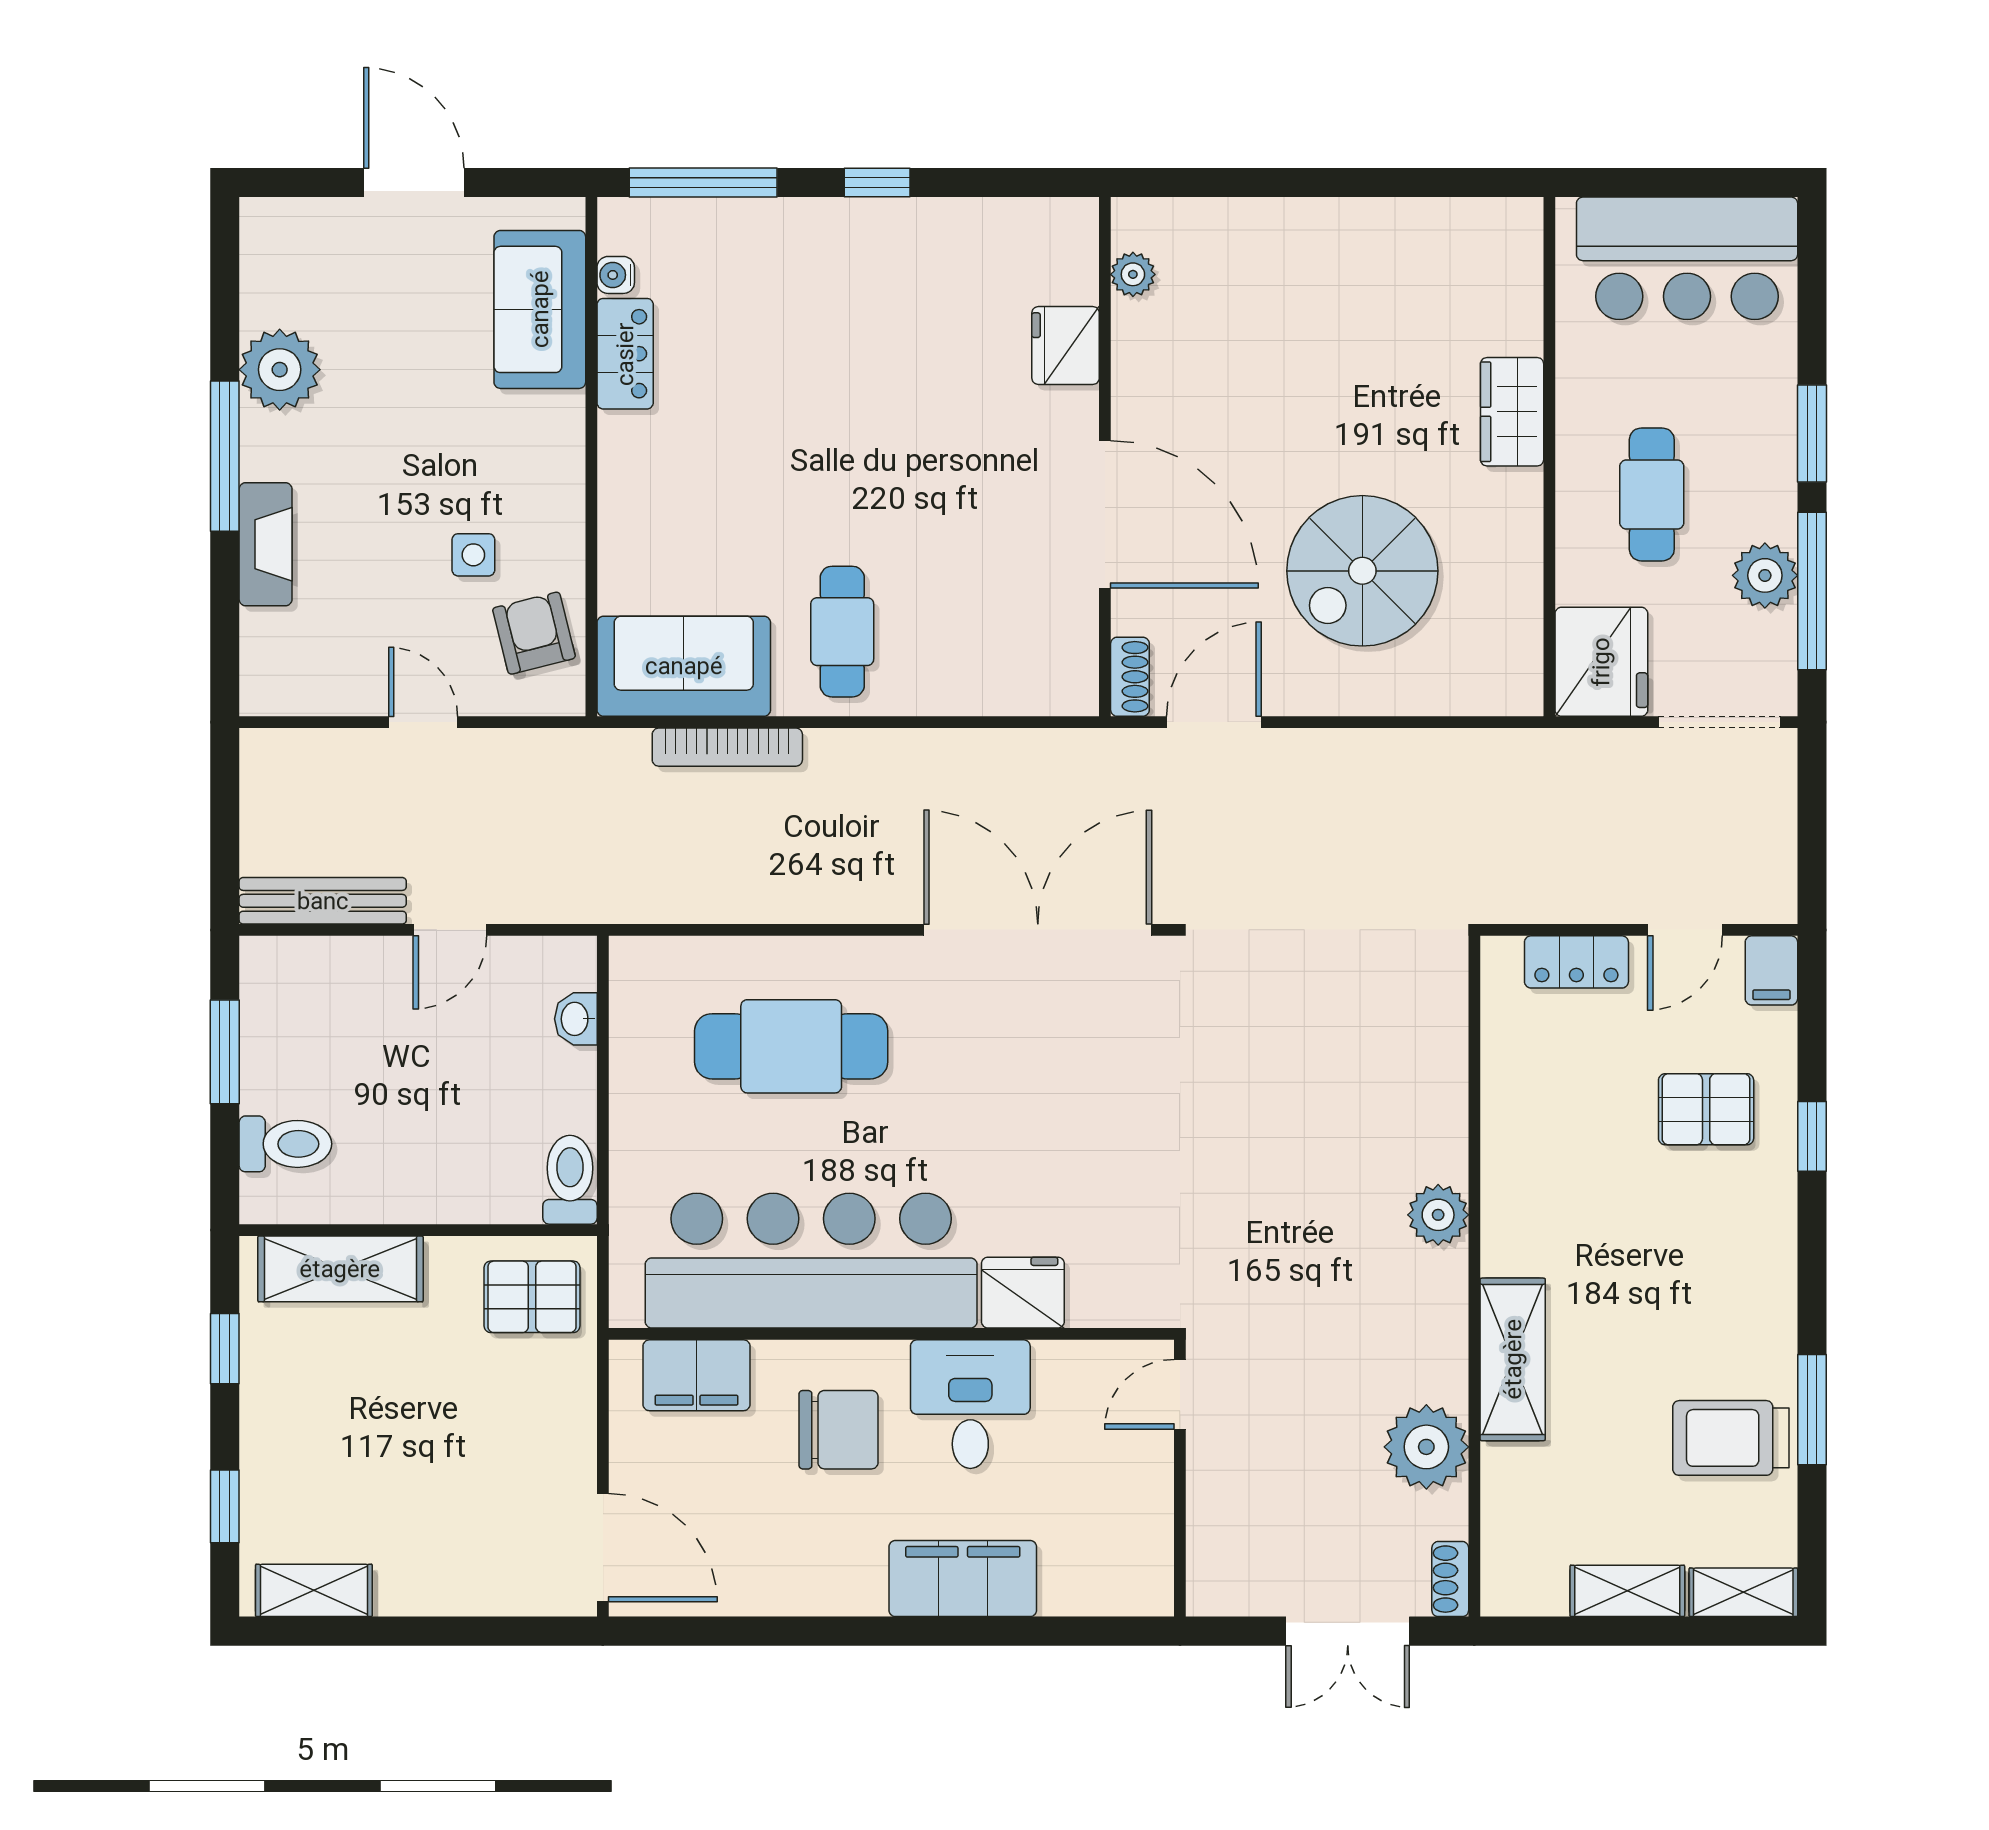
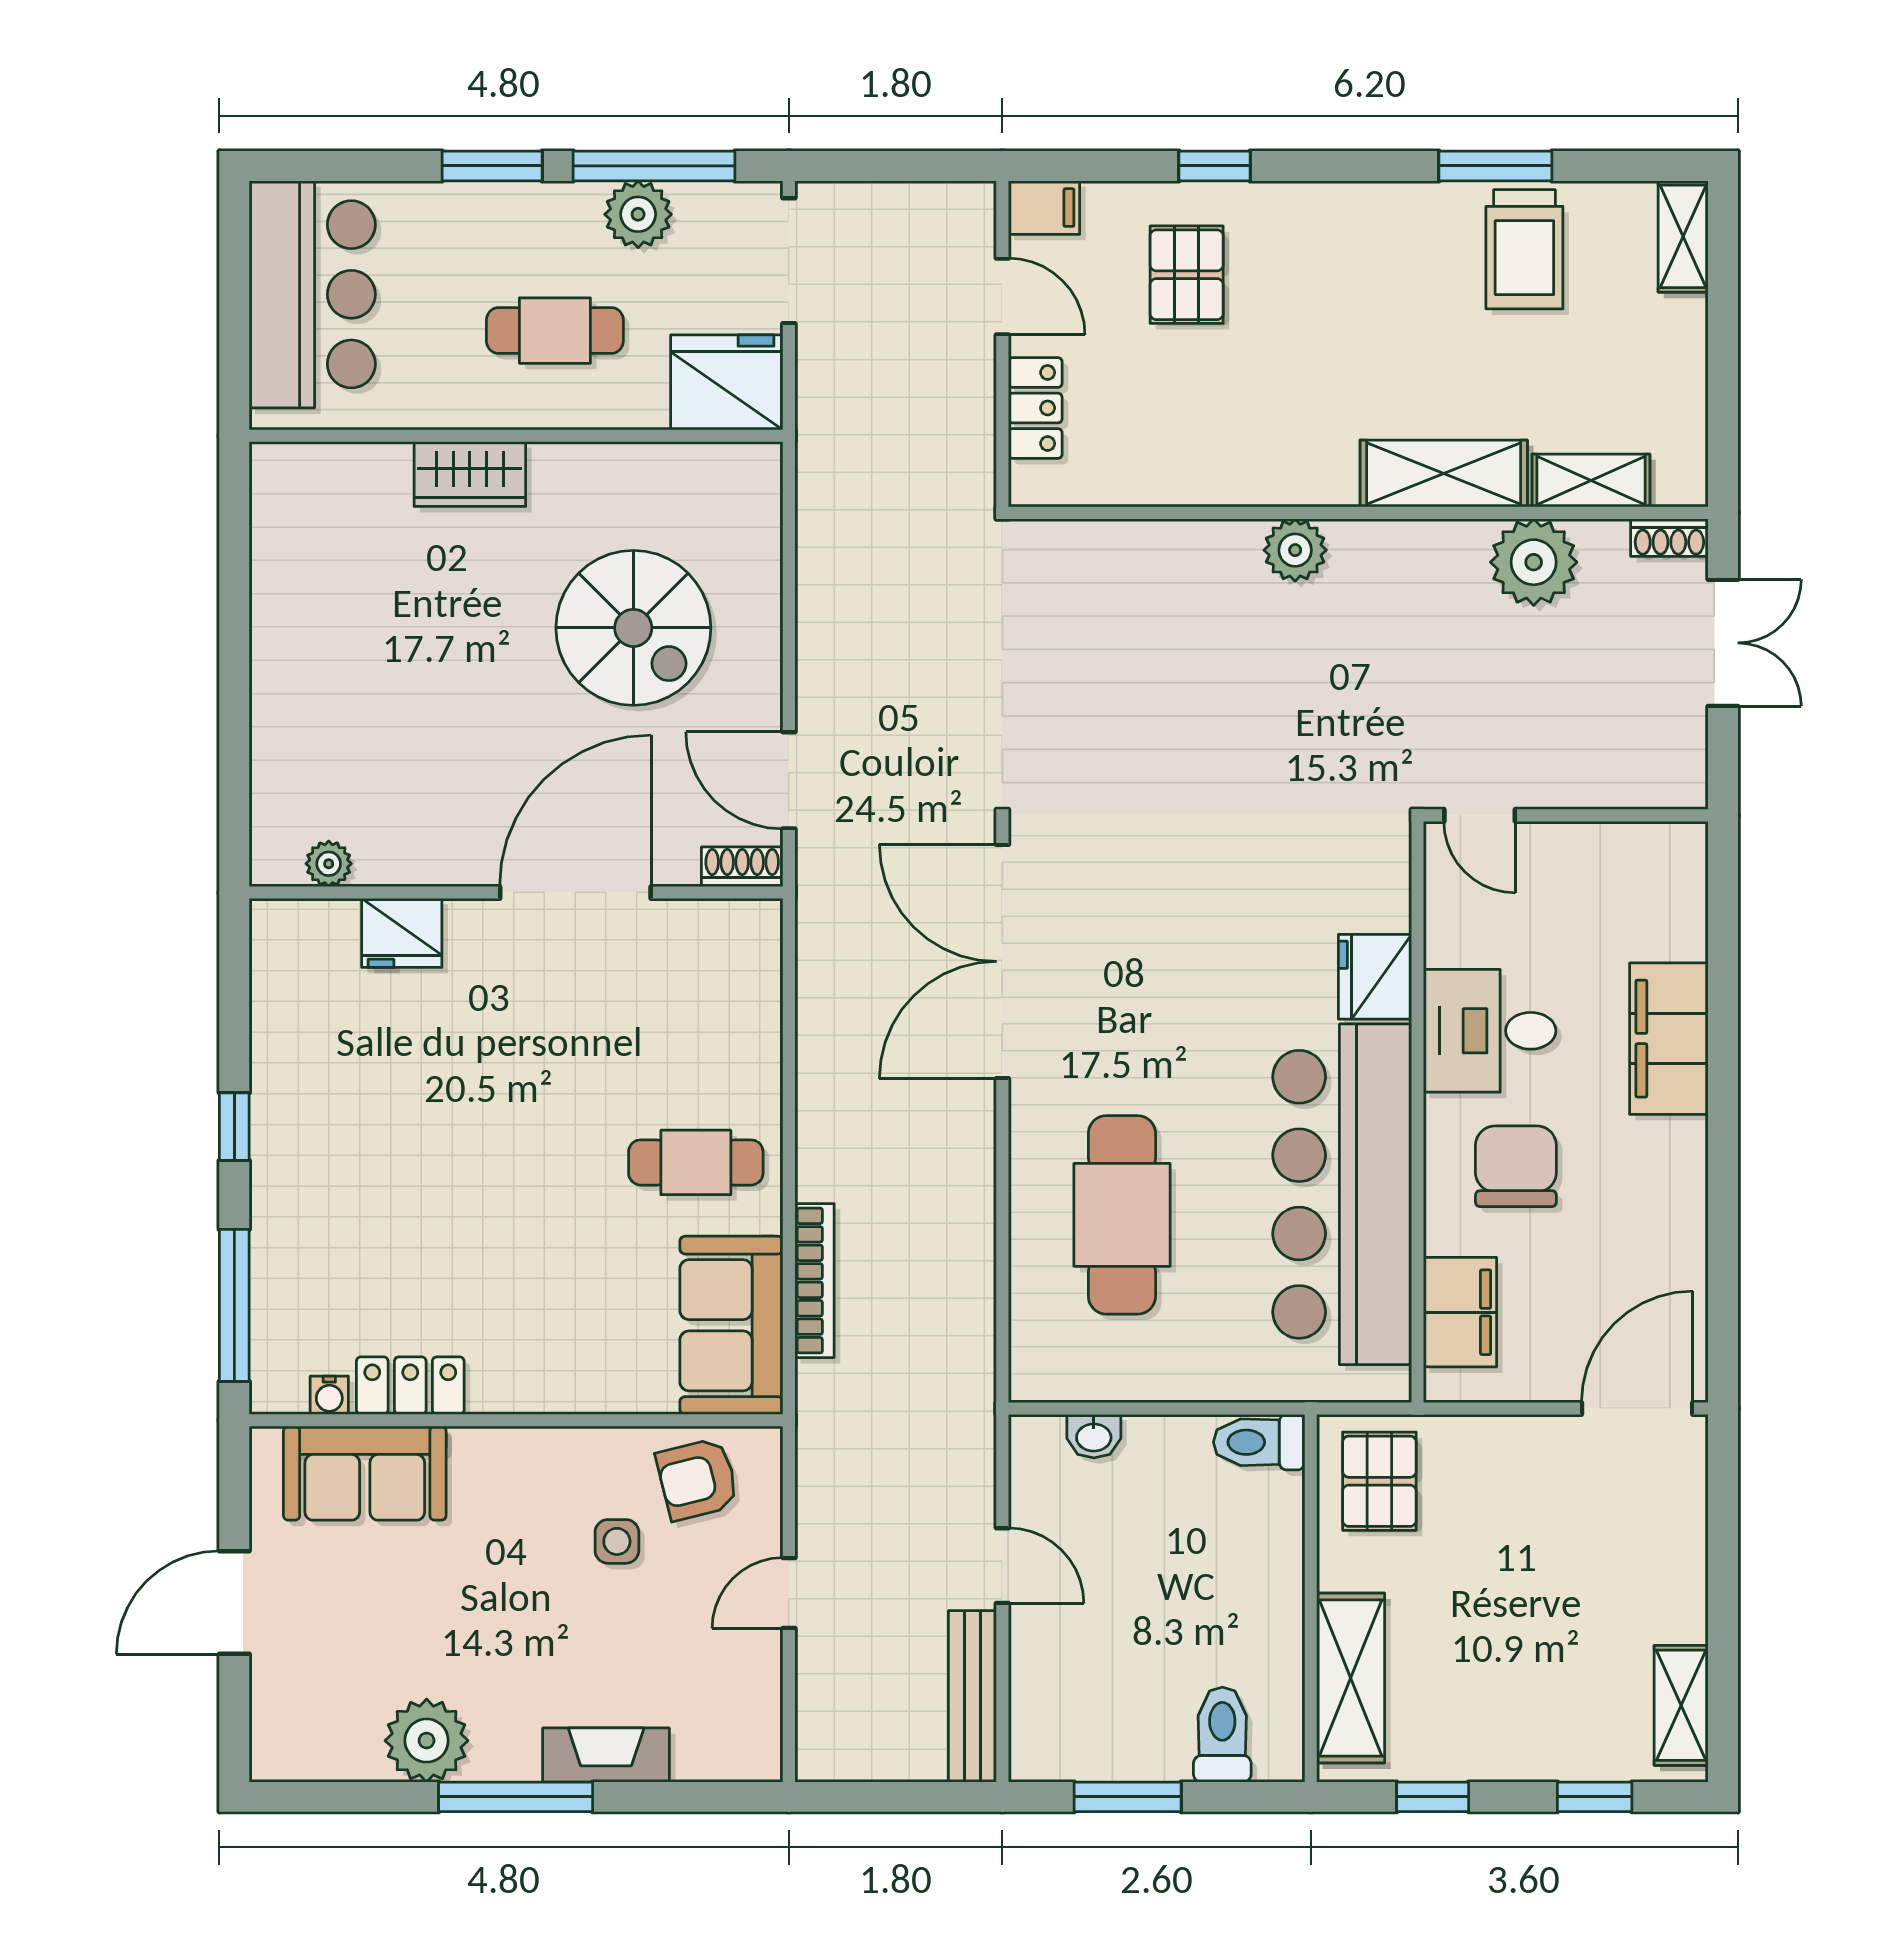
shelving: (1627, 1591) -> (1591, 480), moved, turned 90

